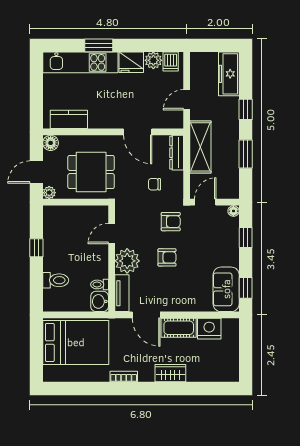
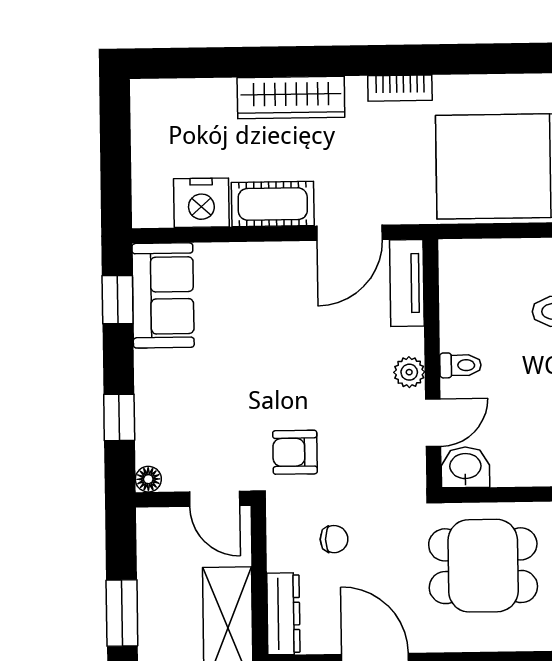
door: (205, 202) -> (215, 499), hinge flipped
armchair: (167, 257) -> (302, 368), removed
plant: (127, 261) -> (409, 372), width x0.53, depth x0.53
toilet: (100, 284) -> (460, 365), moved
washbasin: (100, 301) -> (465, 467), moved, turned -90
door: (146, 315) -> (349, 233), swing flipped
wardrobe: (170, 373) -> (291, 97), width x1.50

